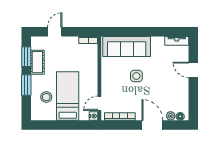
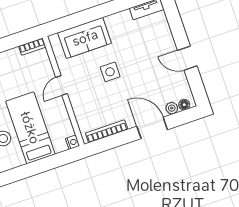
sofa: (127, 46) -> (85, 38), width x0.73
door: (193, 70) -> (187, 58), moved
door: (99, 103) -> (62, 85), moved

